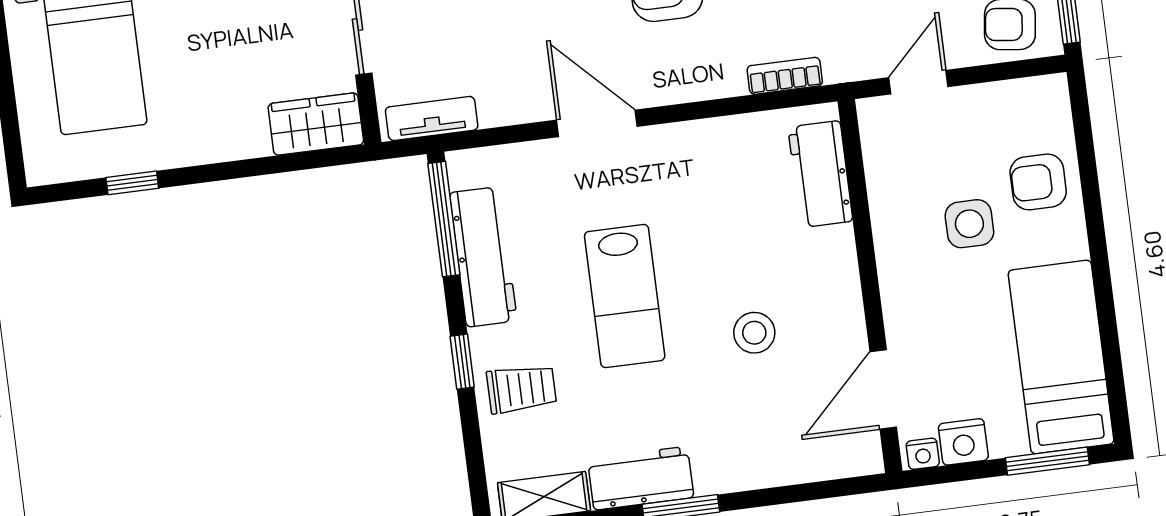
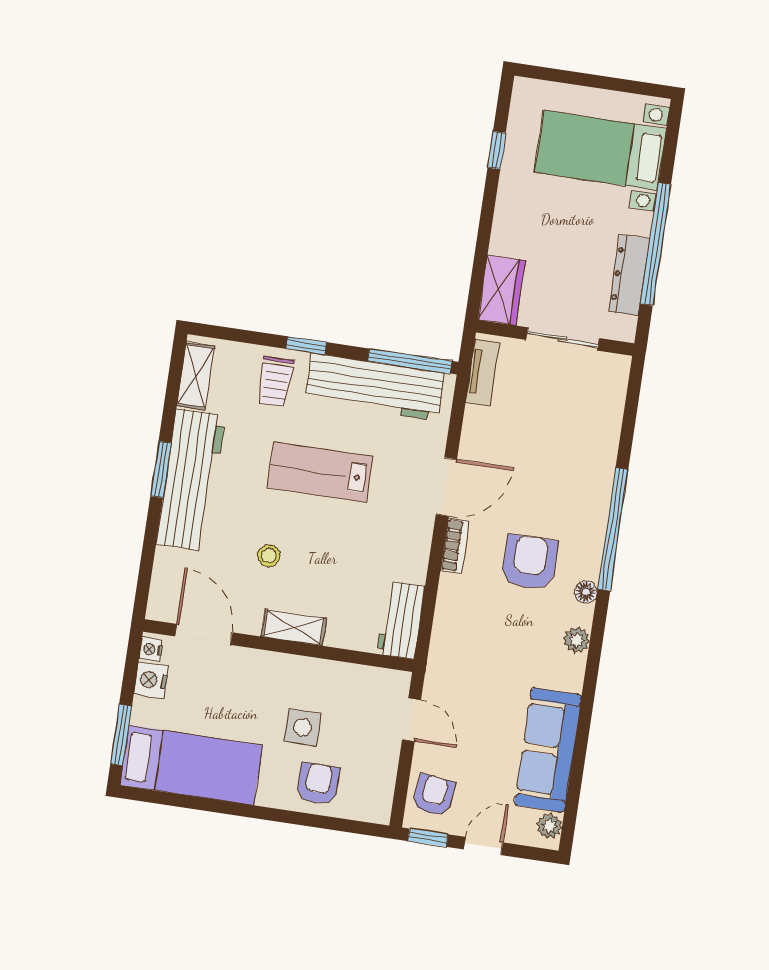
bookcase: (785, 76) -> (455, 546), moved
workbench: (820, 174) -> (401, 620), moved, turned -90
workbench: (483, 257) -> (375, 387), width x1.36, depth x1.32
shelving: (840, 273) -> (294, 627), added
stool: (754, 333) -> (269, 556), width x0.73, depth x0.73
workbench: (641, 478) -> (191, 480), width x1.88, depth x1.32

